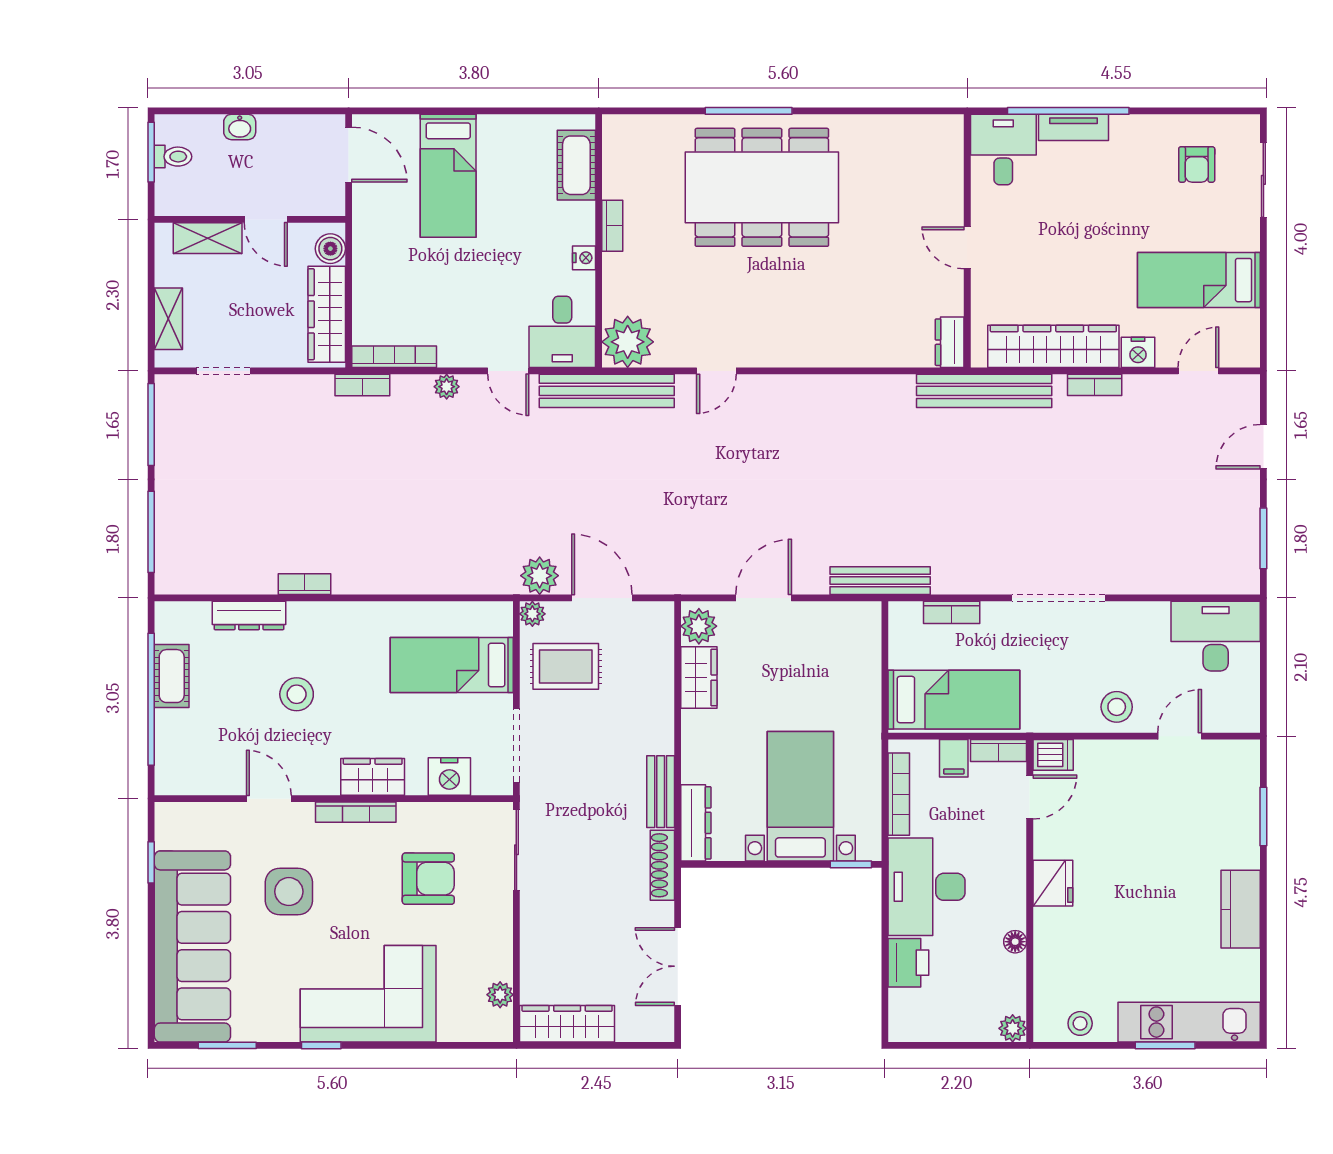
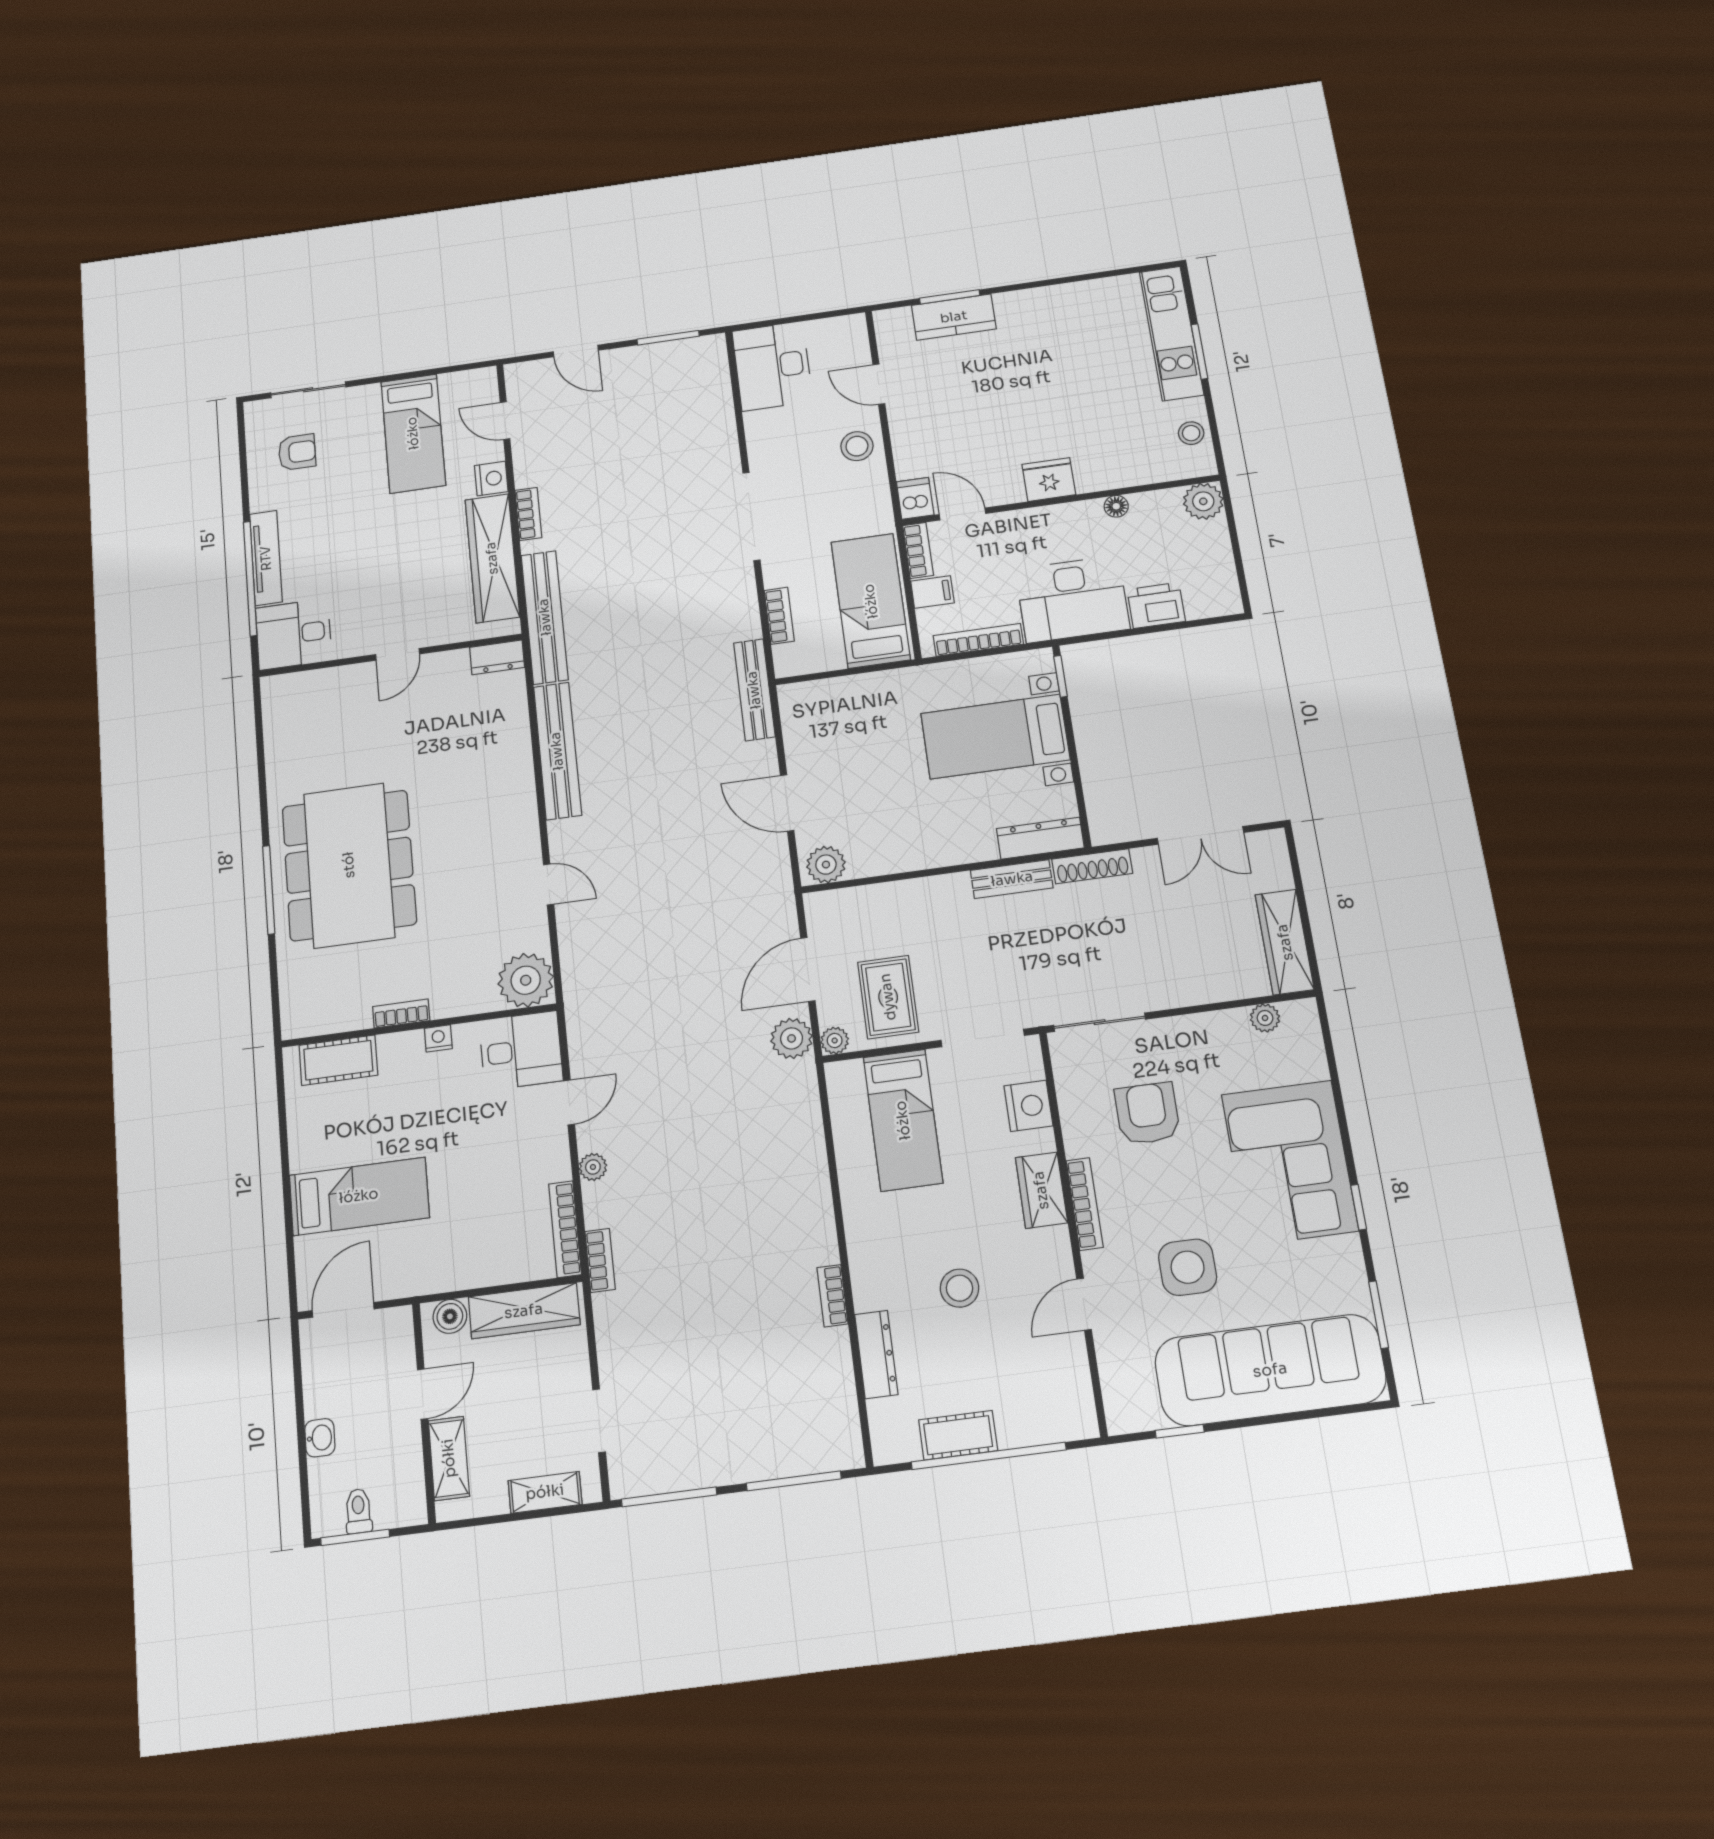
tv unit: (1073, 127) -> (266, 558), width x1.41
bench: (607, 391) -> (557, 751), moved
wardrobe: (699, 678) -> (882, 857), removed
kitchen counter: (1241, 909) -> (954, 317), moved
plant: (1013, 1028) -> (1203, 501), width x1.38, depth x1.38

